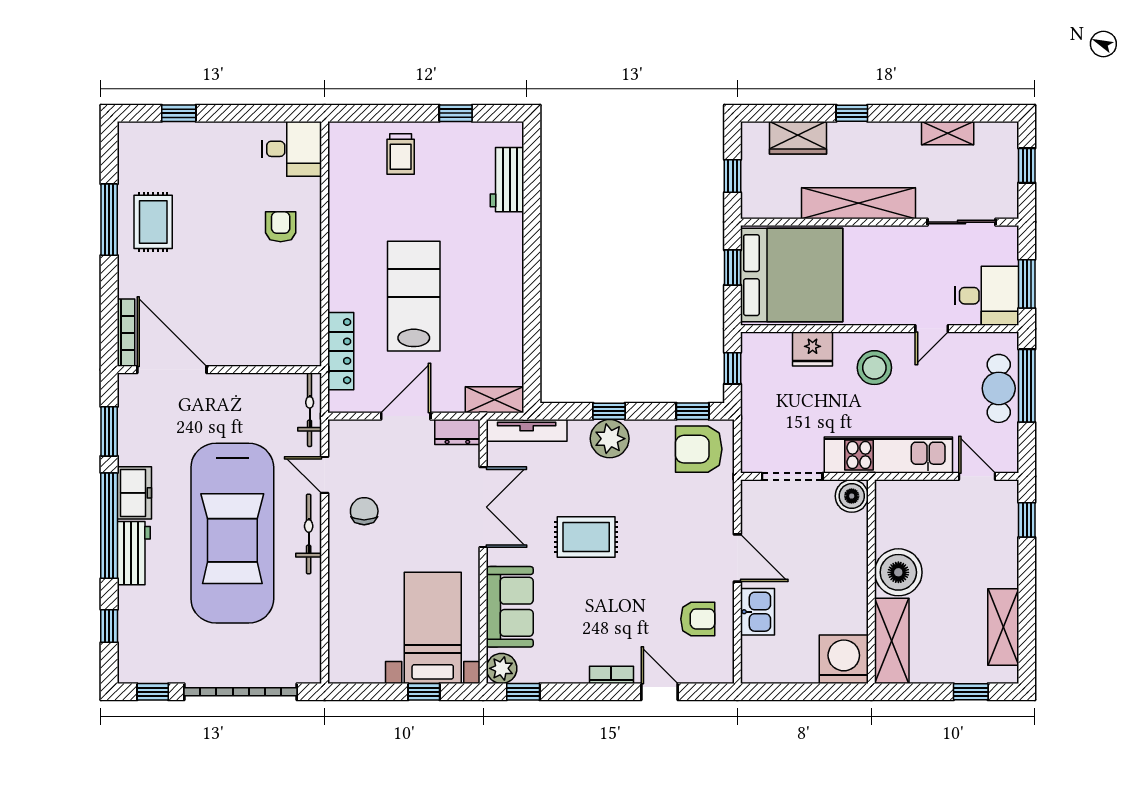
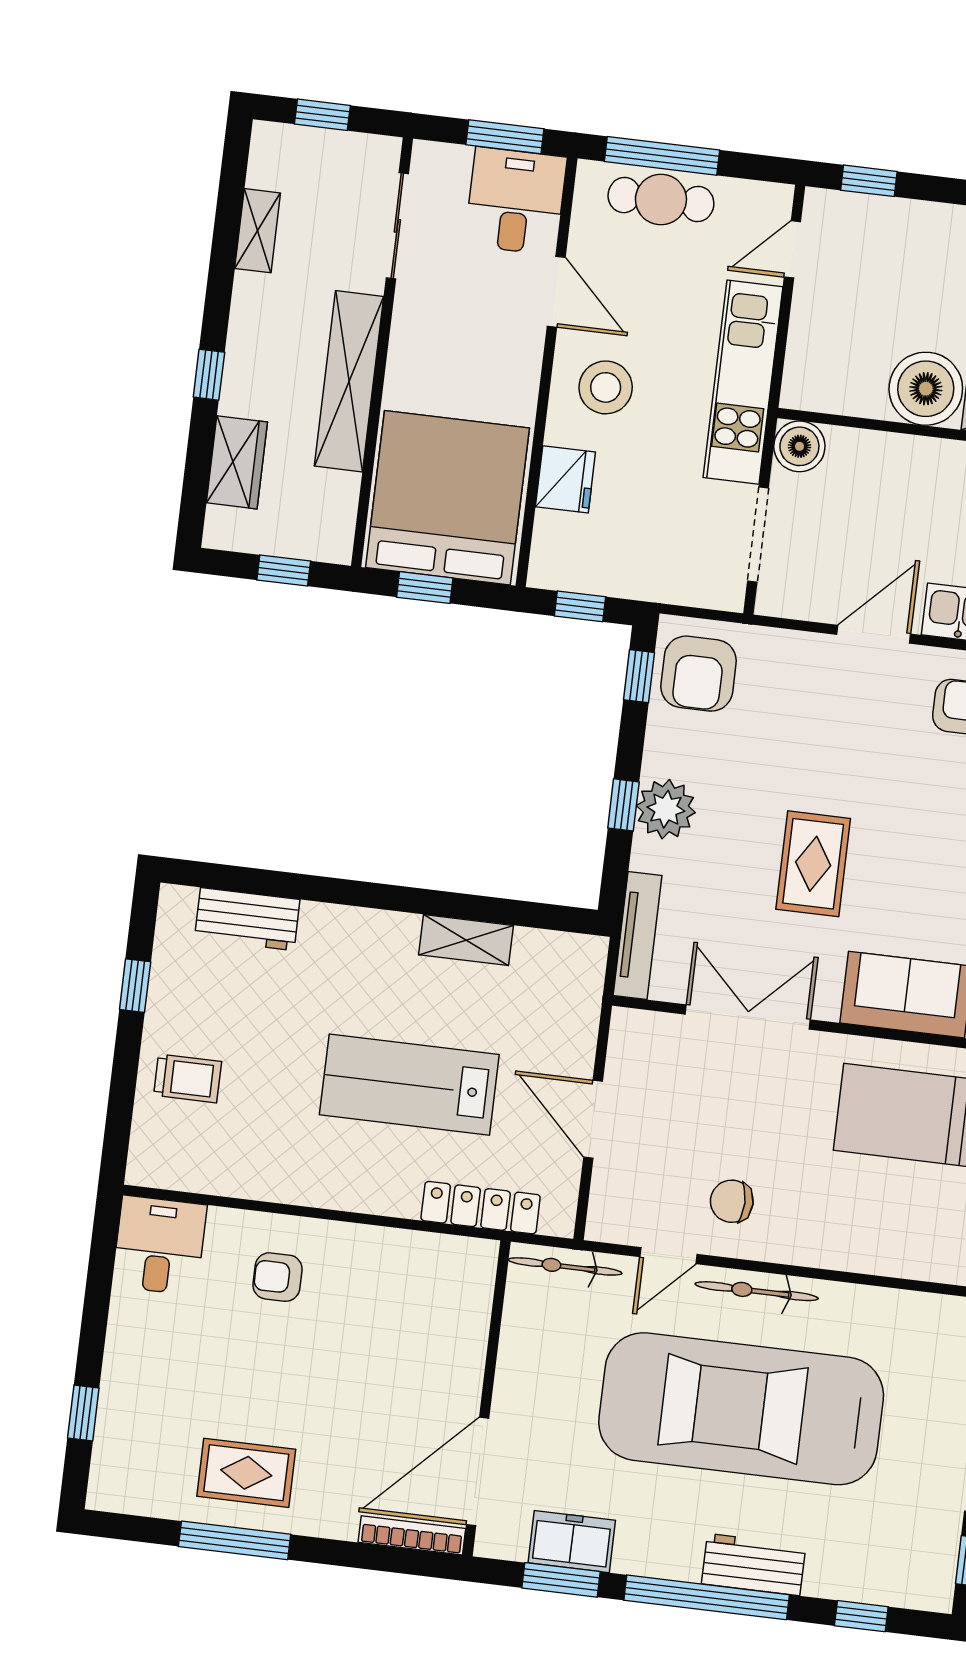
door: (932, 329) -> (556, 292), width x1.38
shelving: (495, 400) -> (466, 940), moved, turned 90
dresser: (457, 432) -> (627, 1043), removed
freezer: (134, 493) -> (572, 1542), moved
car: (232, 533) -> (741, 1409), turned 180

